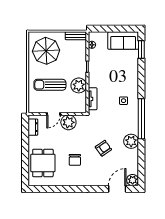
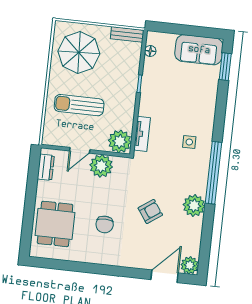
plant: (79, 85) -> (120, 141), moved

